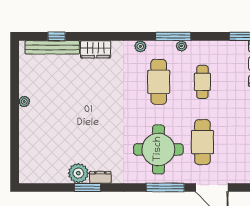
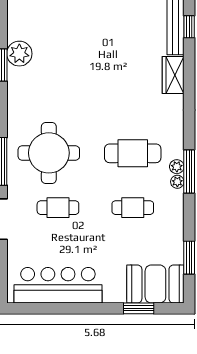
plant: (140, 46) -> (177, 167), moved
cafe table: (202, 142) -> (58, 208), width x0.73, depth x0.74
dresser: (100, 177) -> (14, 81), removed

